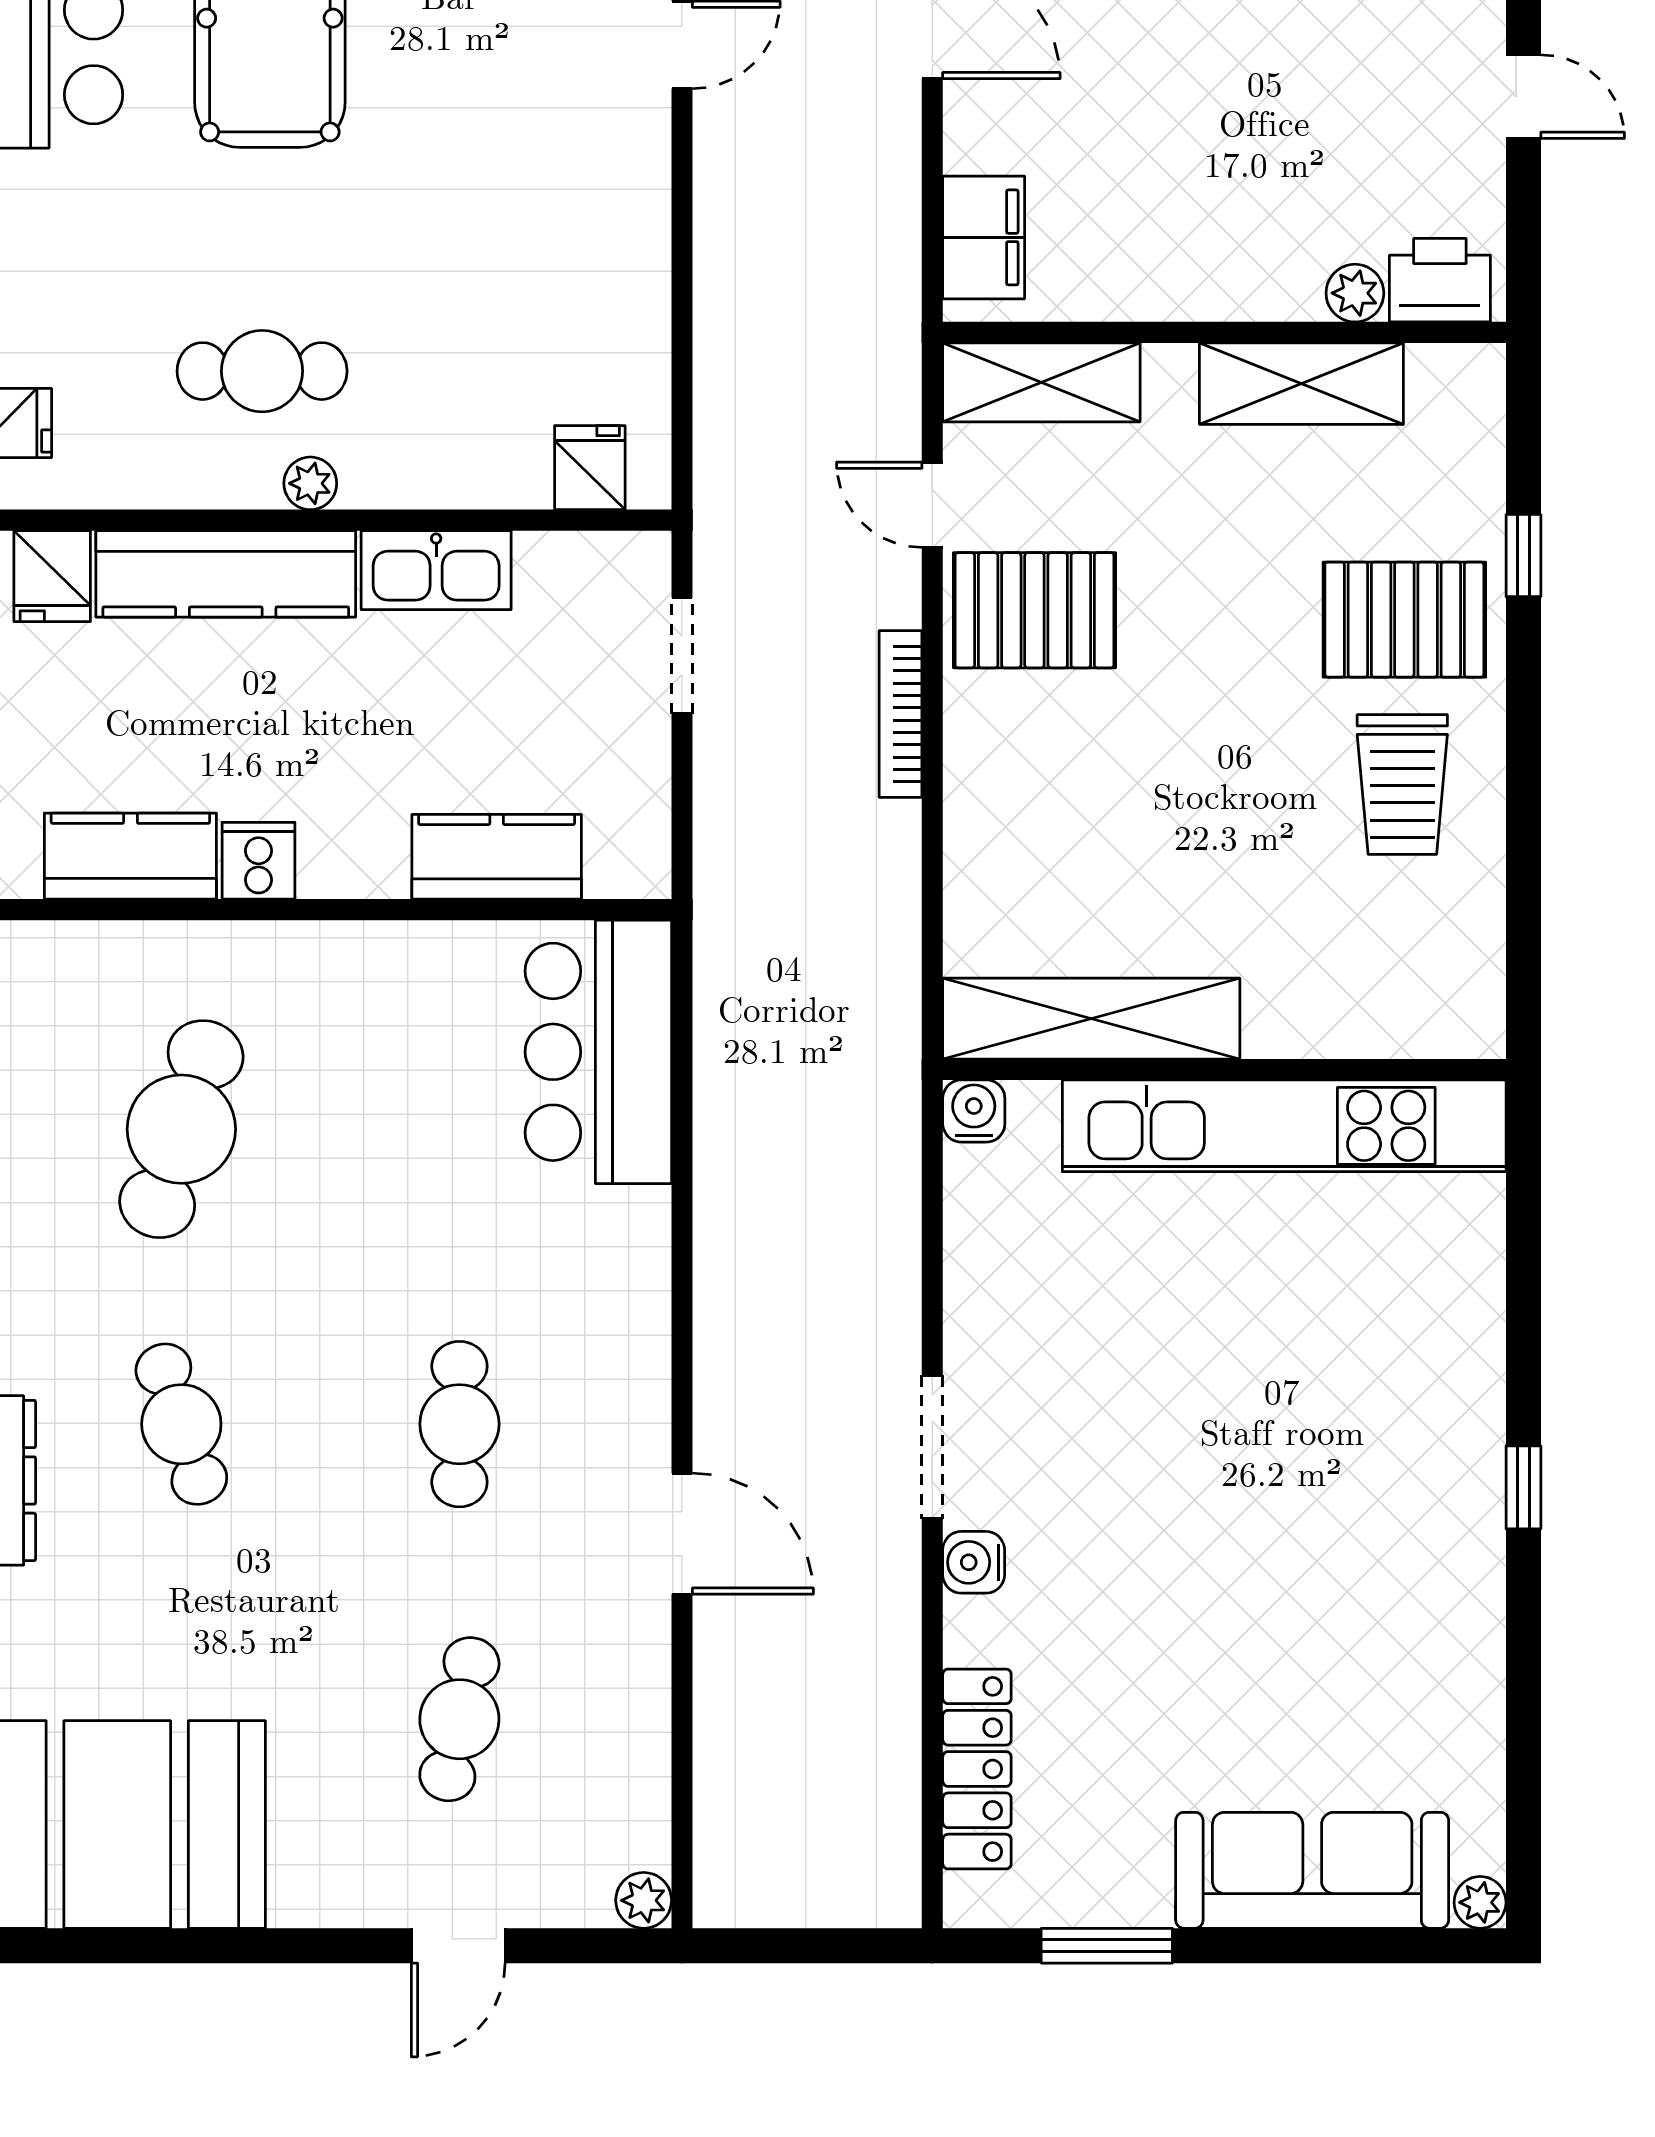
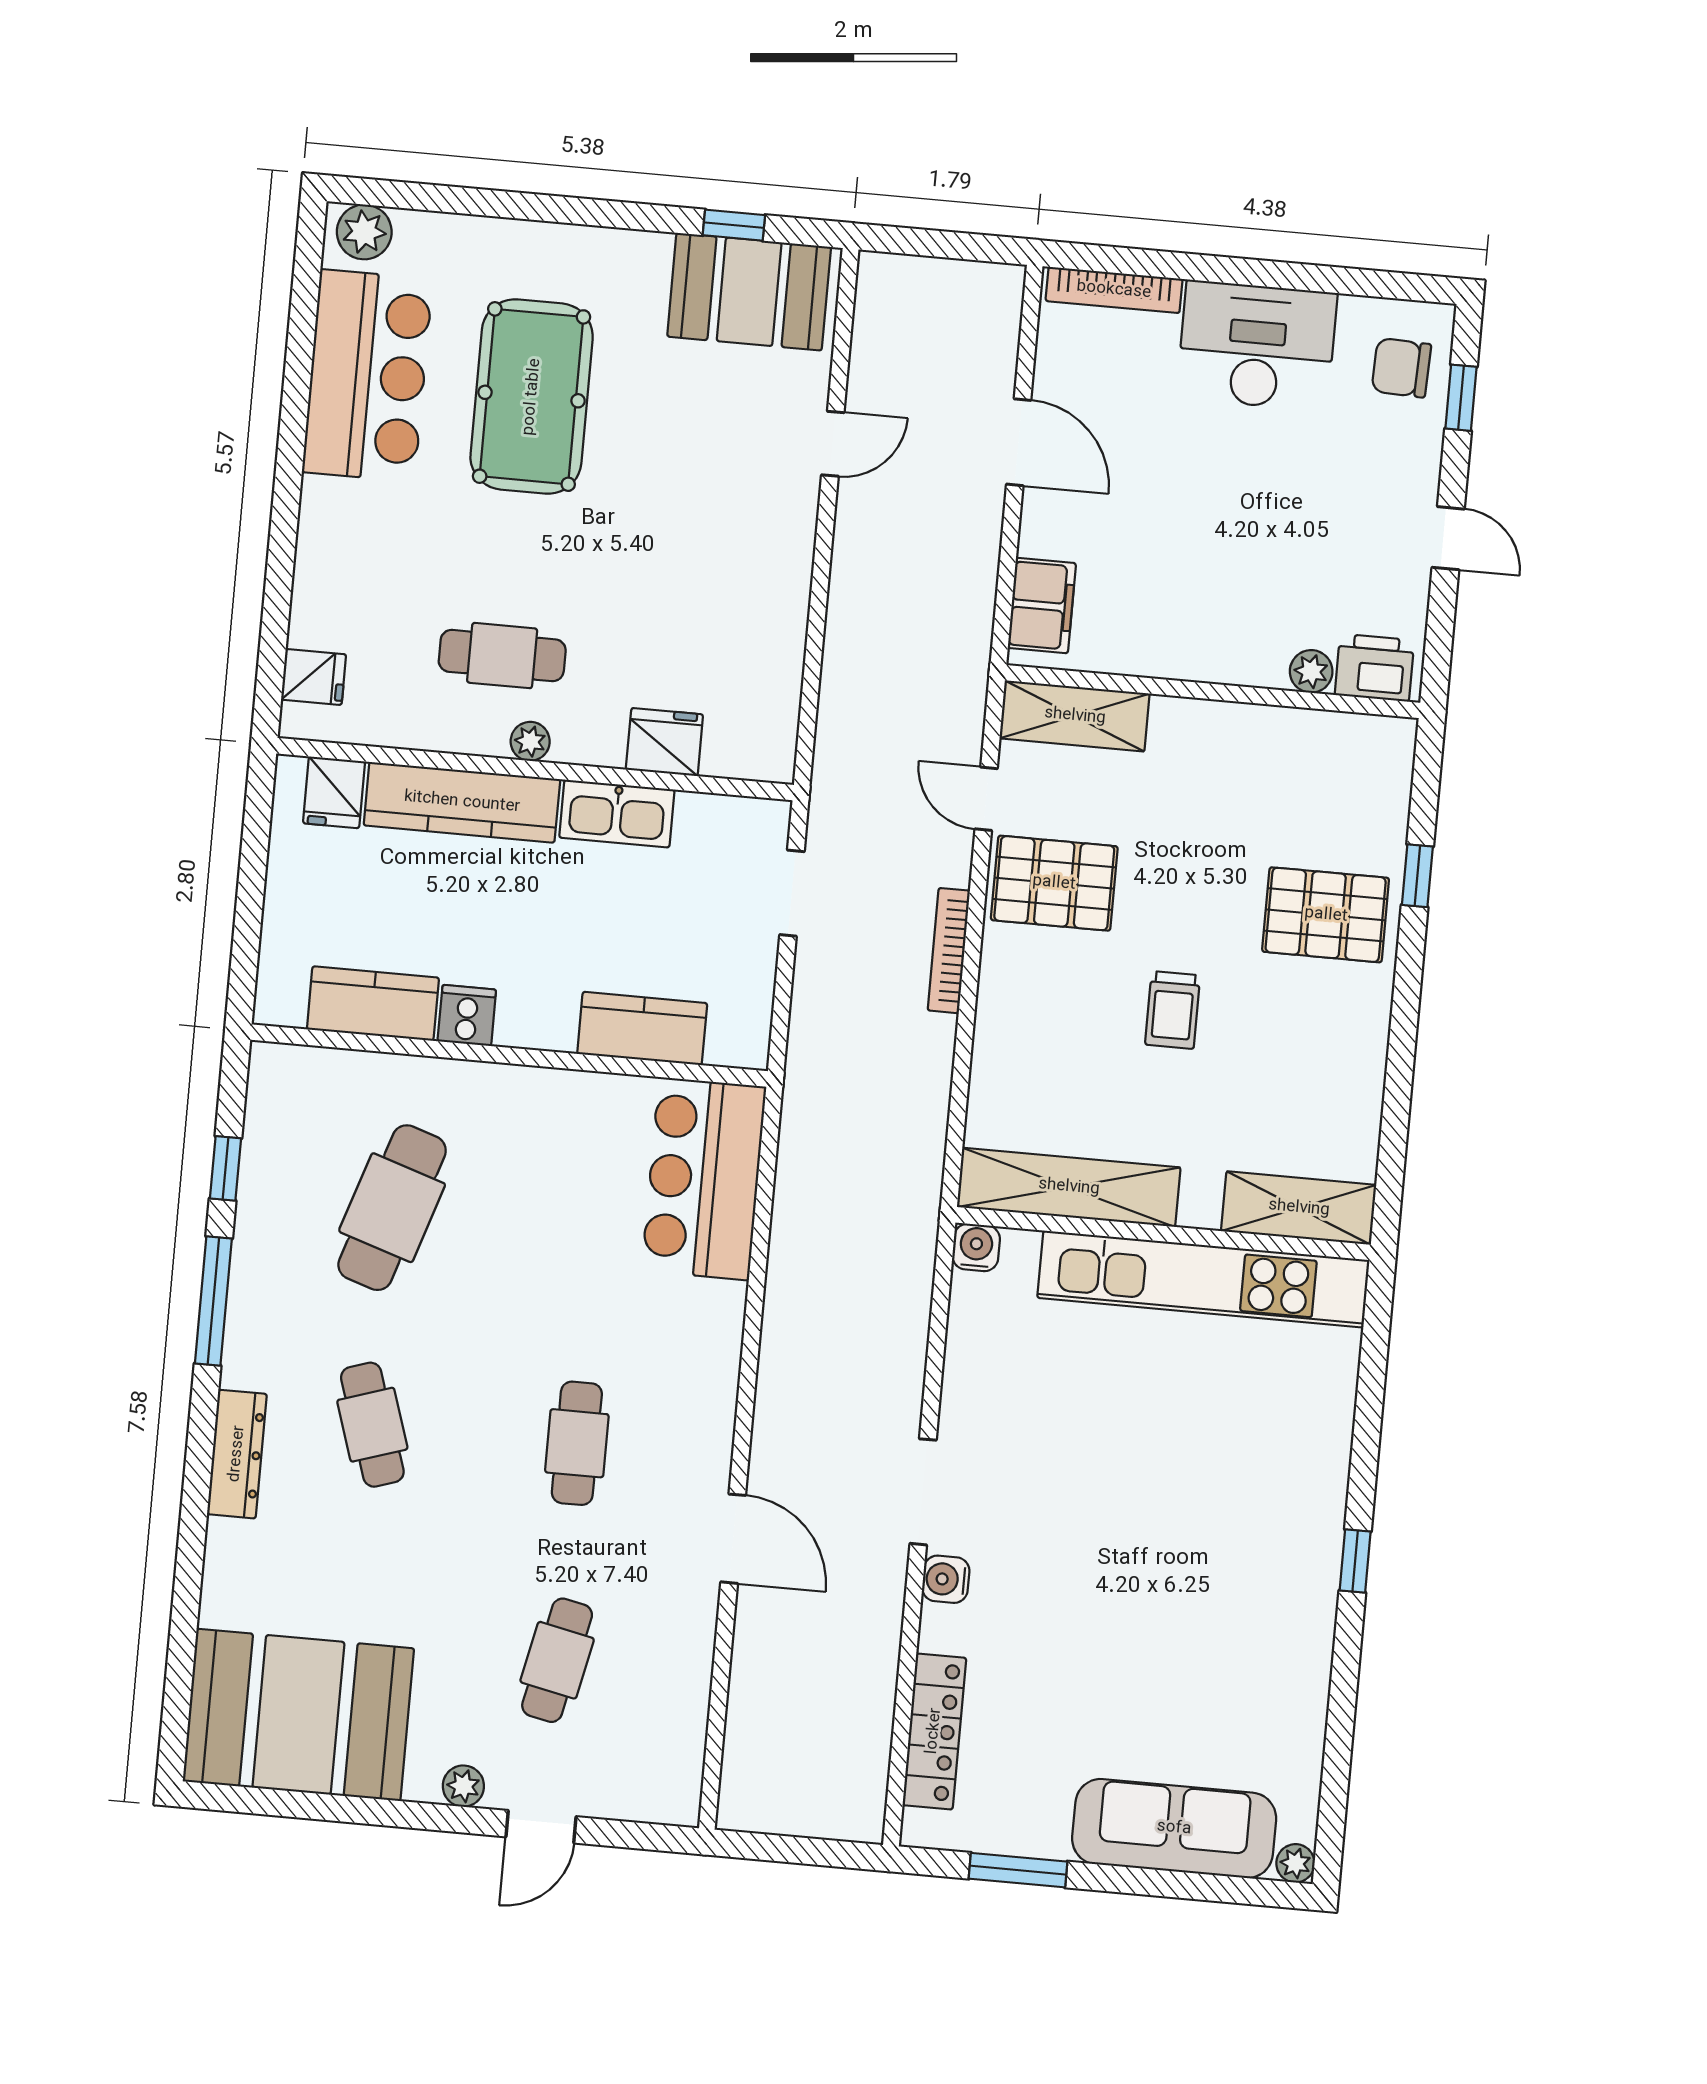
shelving: (1301, 384) -> (1299, 1208), moved
fridge: (590, 468) -> (664, 742), moved, width x1.38
trolley: (1402, 785) -> (1173, 1010), moved, width x0.73, depth x0.72
plant: (644, 1900) -> (463, 1786), moved

